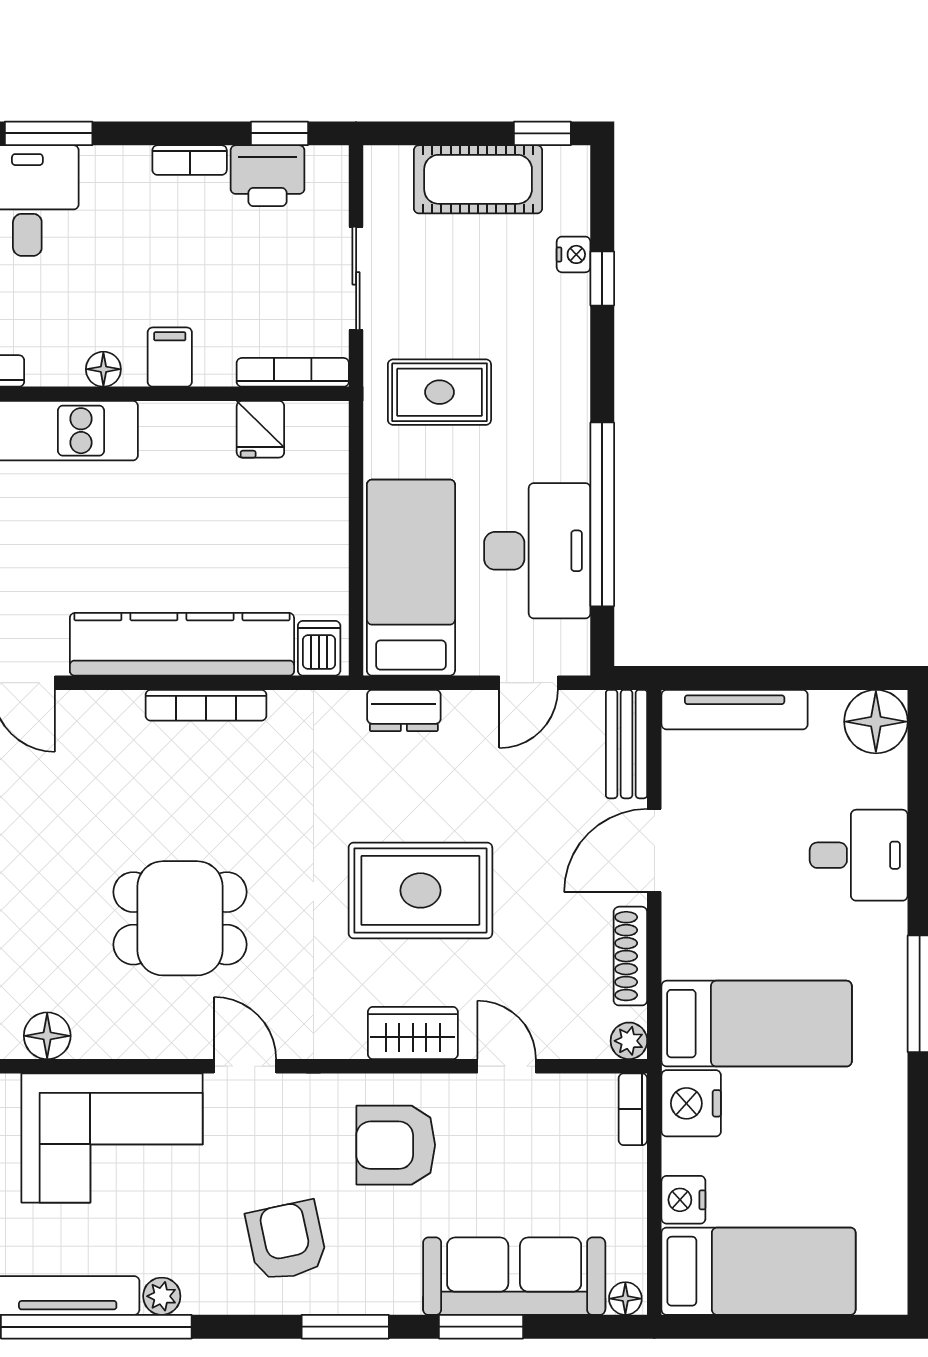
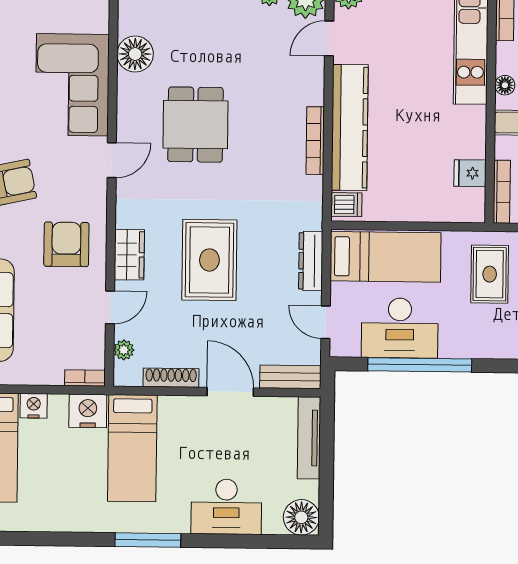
dresser: (404, 710) -> (311, 261), width x1.44
desk: (859, 855) -> (226, 507), width x1.37
floor lamp: (47, 1036) -> (135, 54), width x1.38, depth x1.38
plant: (629, 1041) -> (124, 350), moved

